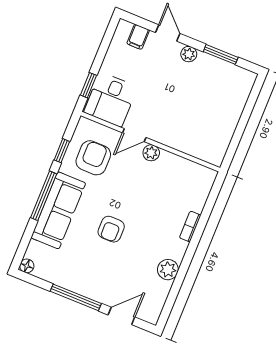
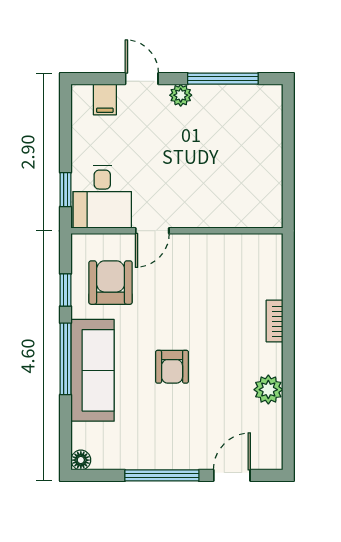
window: (221, 54) -> (223, 79), width x1.44
plant: (151, 153) -> (184, 245), removed

